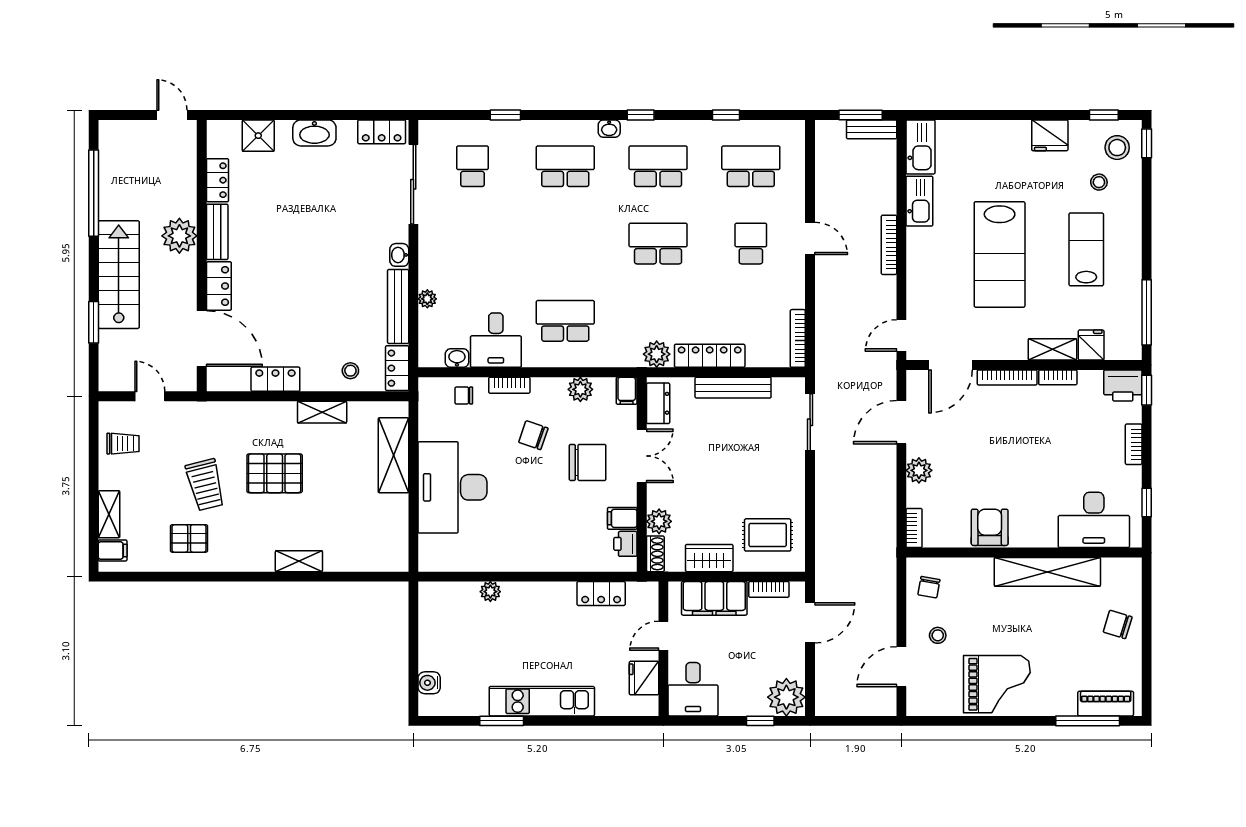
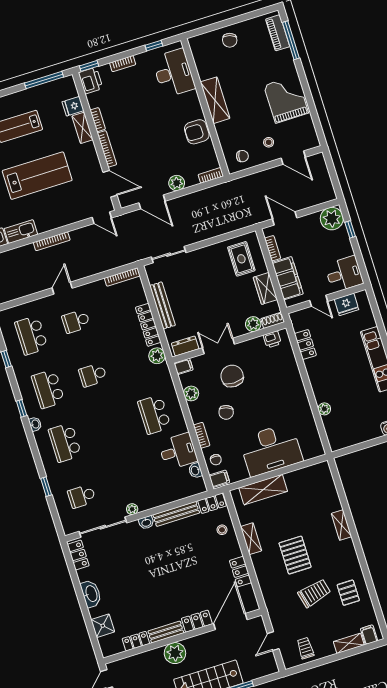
school desk: (658, 244) -> (93, 375), width x0.54
plant: (427, 299) -> (132, 509), moved
filing cabinet: (622, 518) -> (219, 479), moved, turned -90
shelving: (1047, 572) -> (215, 100), width x0.68

